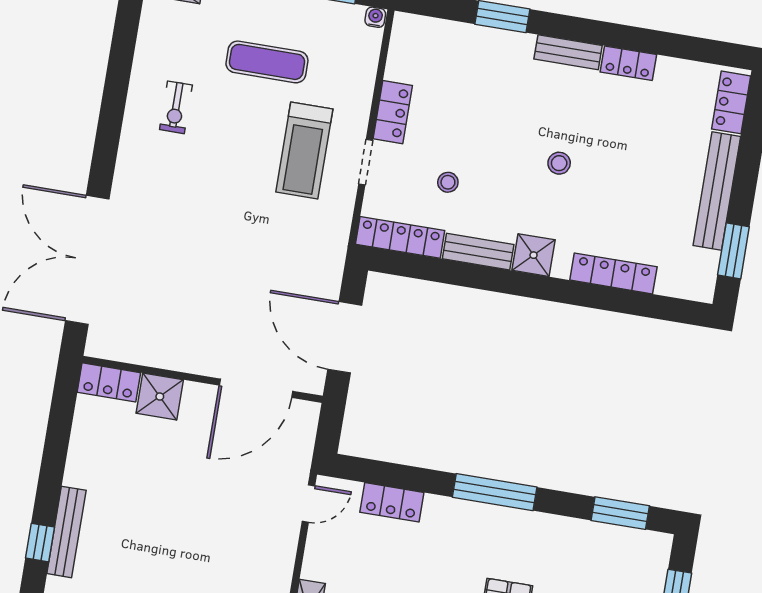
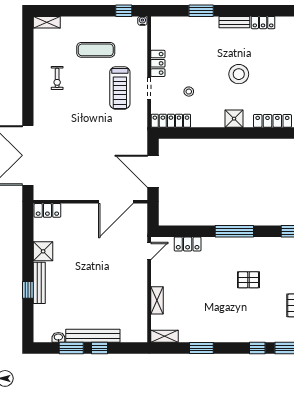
stool: (559, 163) -> (239, 74), width x1.89, depth x1.89
bench: (478, 252) -> (208, 121), removed
shower: (160, 397) -> (43, 251), moved

